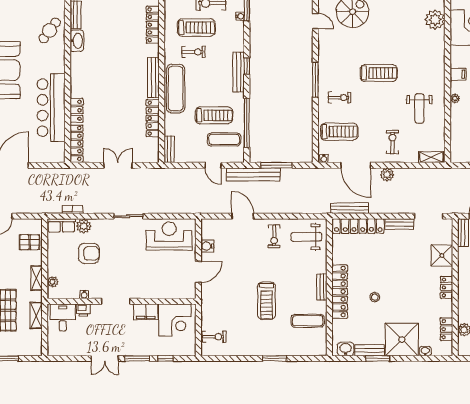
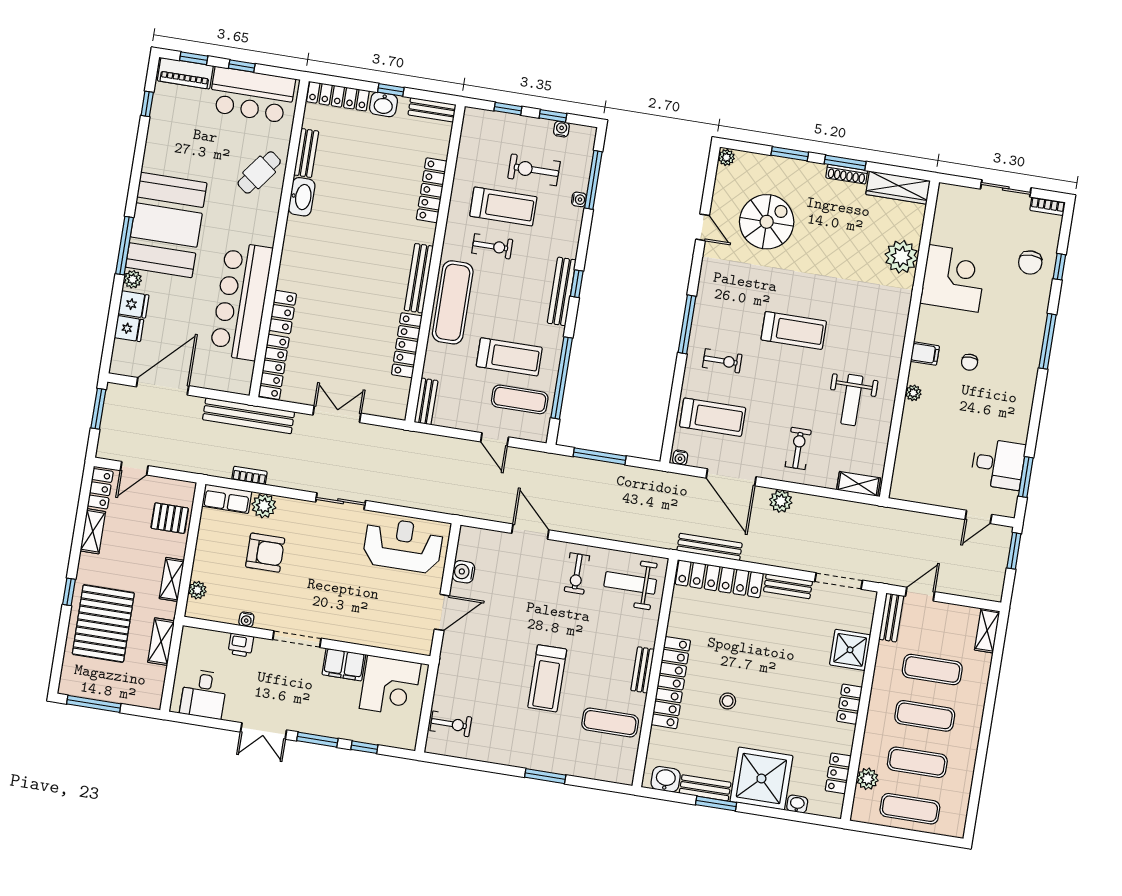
bench: (253, 174) -> (249, 416), moved
desk: (63, 317) -> (204, 694), moved, turned 180

